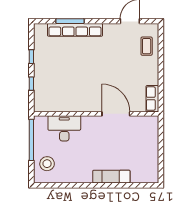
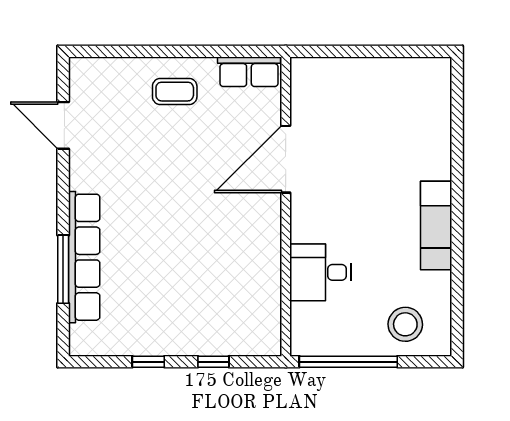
coffee table: (147, 46) -> (175, 92), moved
desk: (64, 128) -> (320, 272), width x0.73
exam couch: (111, 177) -> (436, 225), moved

